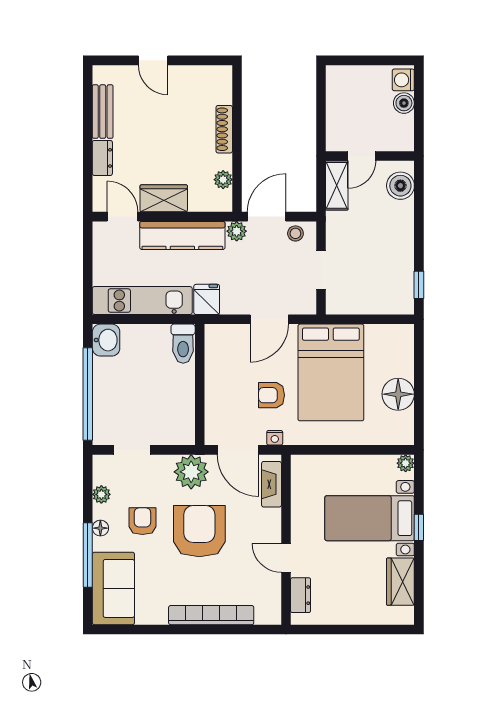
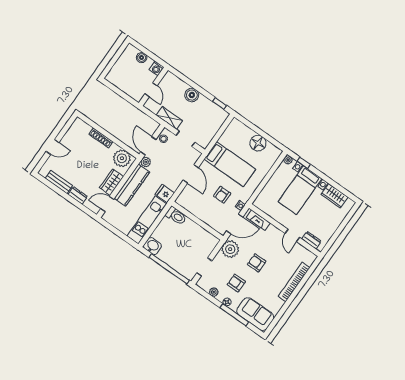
washing machine: (403, 80) -> (157, 68), moved
plant: (223, 180) -> (122, 158), width x1.88, depth x1.88
shelving: (337, 185) -> (169, 118), moved
boiler: (400, 186) -> (192, 95), moved
bed: (331, 372) -> (230, 164), width x0.67
window: (419, 527) -> (304, 163), moved
armchair: (199, 531) -> (257, 263), width x0.53, depth x0.53
door: (286, 558) -> (292, 235), hinge flipped

